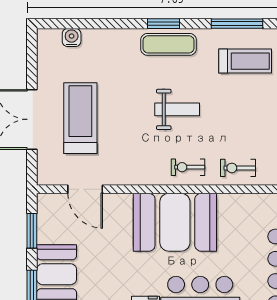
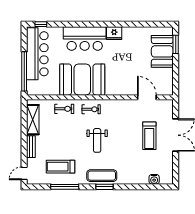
weight bench: (177, 109) -> (97, 140), turned -90
treadmill: (80, 118) -> (149, 136), width x0.73, depth x0.73
booth: (175, 222) -> (82, 80), moved
window: (32, 231) -> (176, 75), removed

